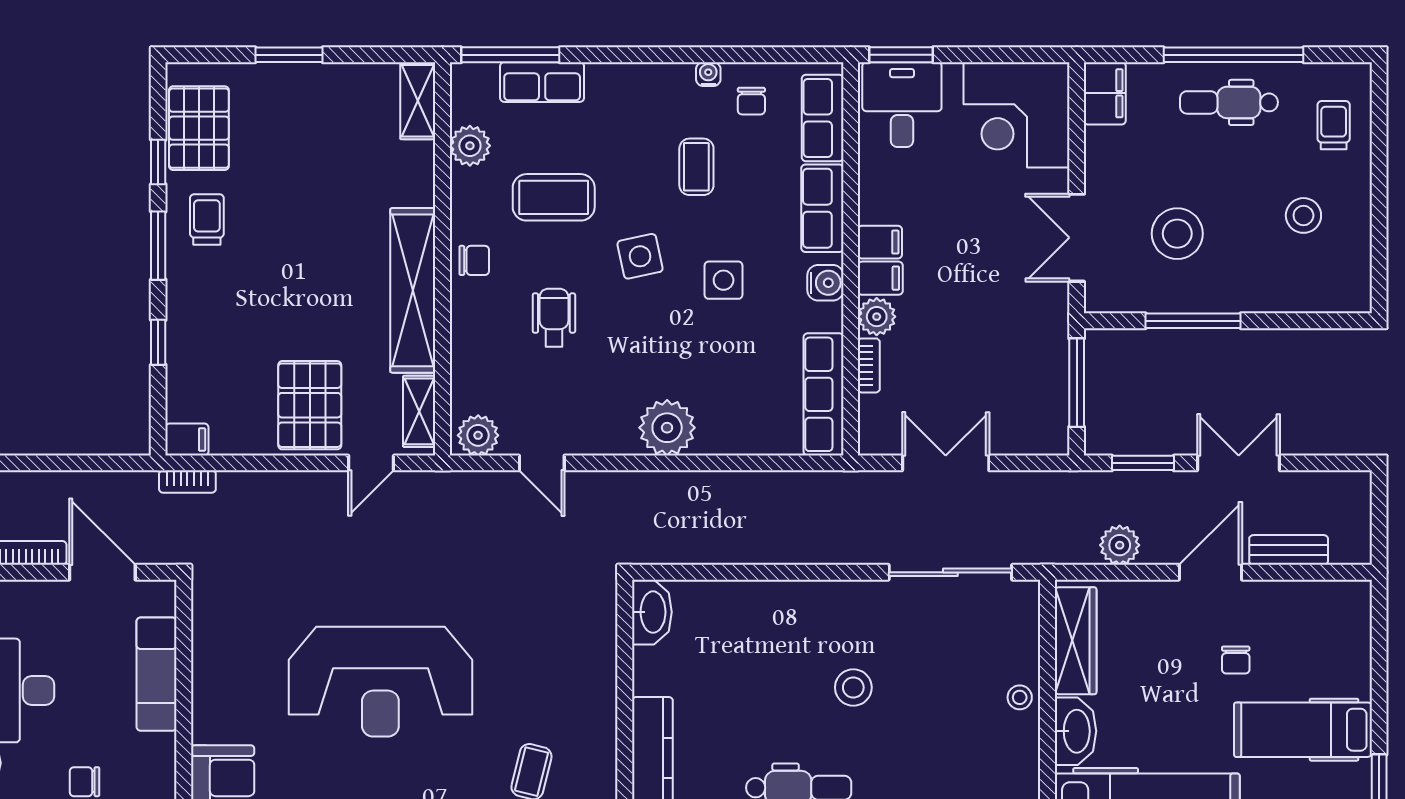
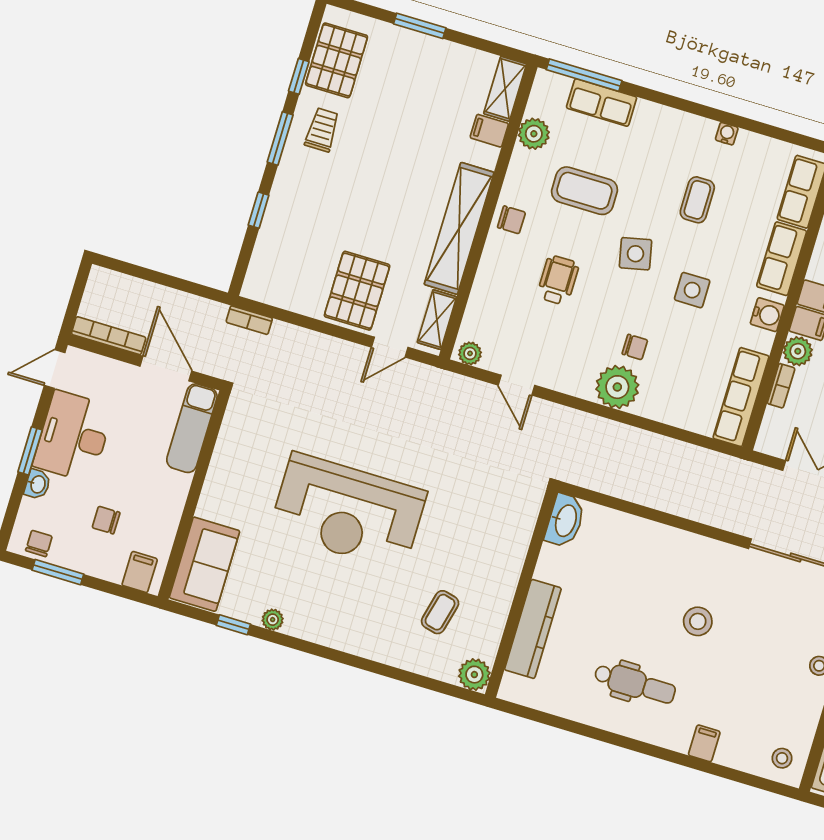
chair: (751, 101) -> (635, 347), moved, turned -90
plant: (478, 435) -> (470, 353), width x0.73, depth x0.73
filing cabinet: (187, 440) -> (489, 131), moved, turned 180
exam couch: (157, 674) -> (192, 428), moved

